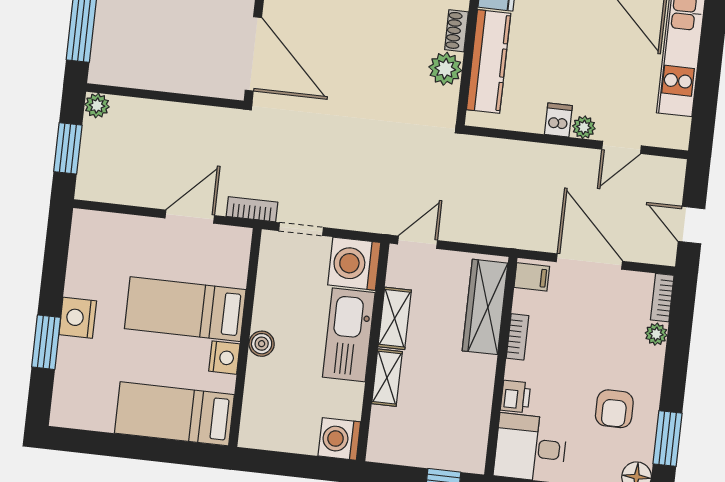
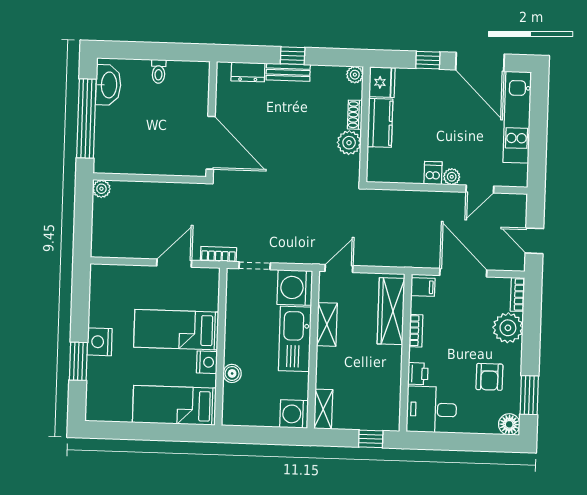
kitchen counter: (489, 61) -> (380, 123), width x0.67
window: (68, 148) -> (83, 221), removed
plant: (656, 334) -> (508, 328), width x1.88, depth x1.88
boiler: (262, 344) -> (232, 373), moved
shelving: (387, 378) -> (323, 409), moved

